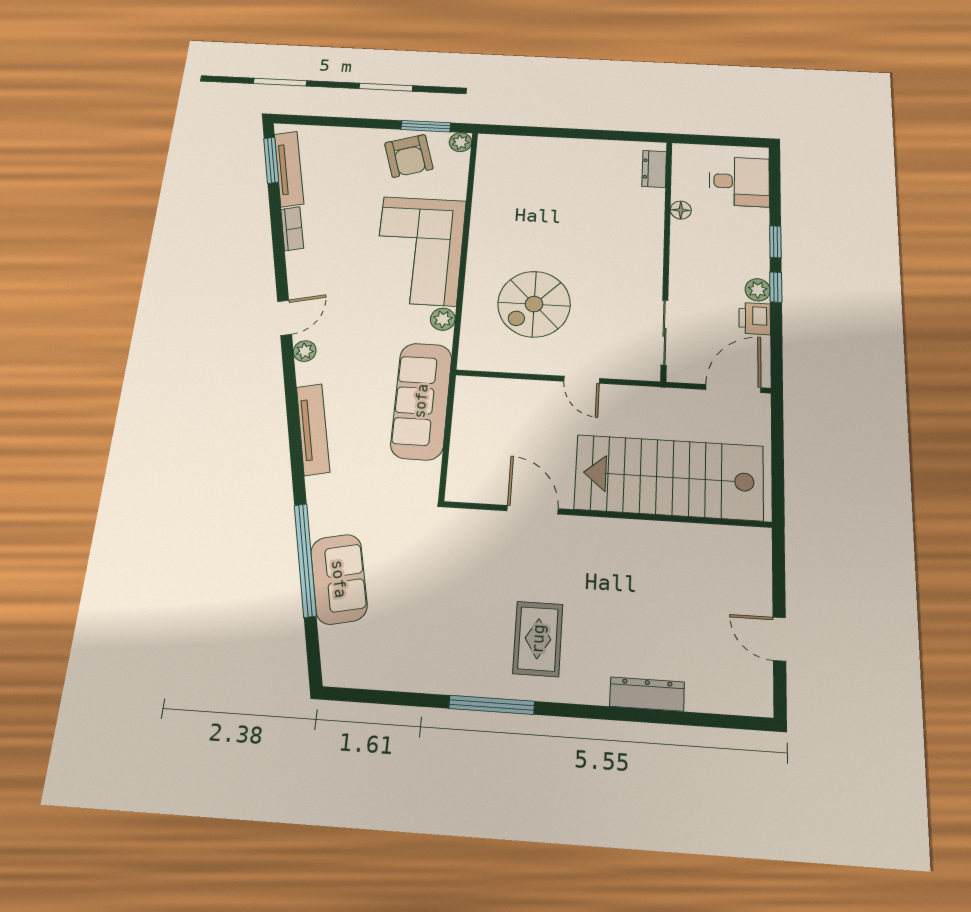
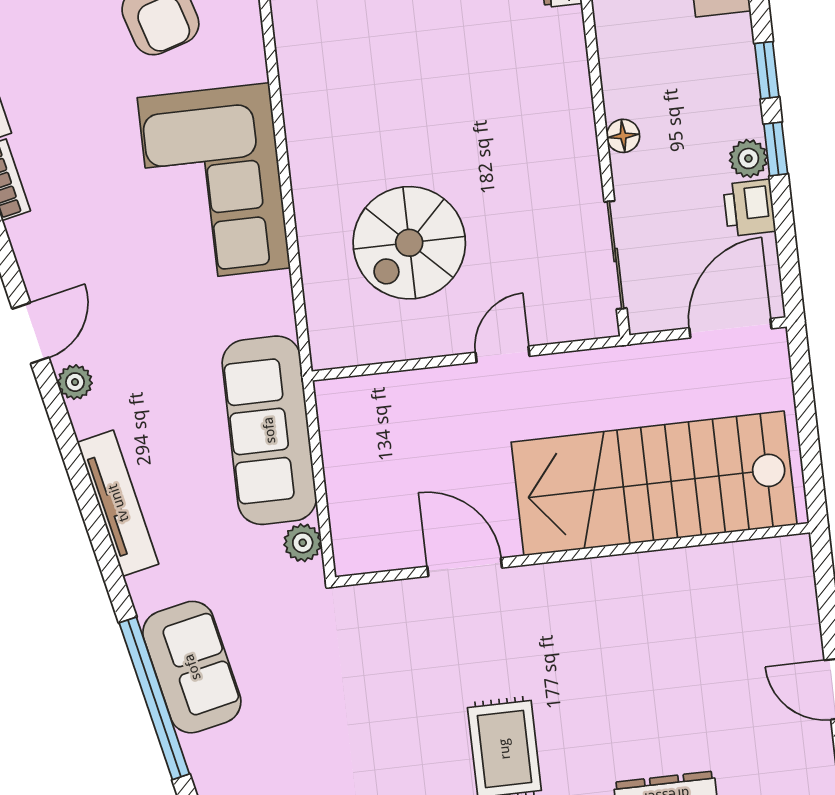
floor lamp: (681, 210) -> (623, 136), moved
plant: (443, 319) -> (303, 543), moved
door: (582, 380) -> (503, 354), swing flipped
sofa: (339, 579) -> (192, 667), moved

